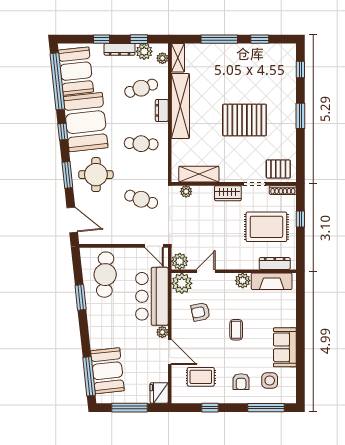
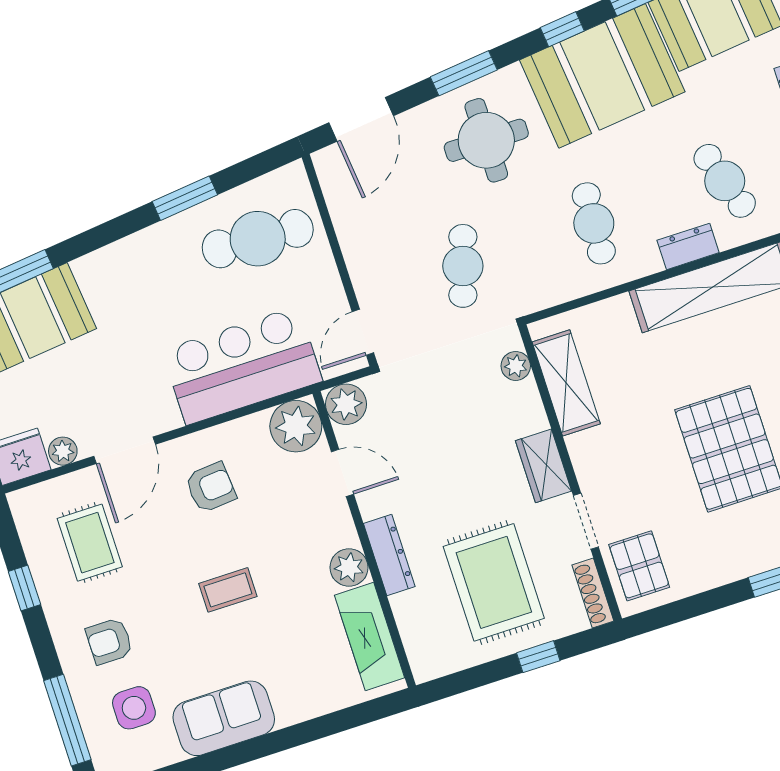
dresser: (275, 263) -> (389, 555), moved
armchair: (200, 312) -> (211, 487), moved, turned 97
plant: (162, 332) -> (63, 451), moved

